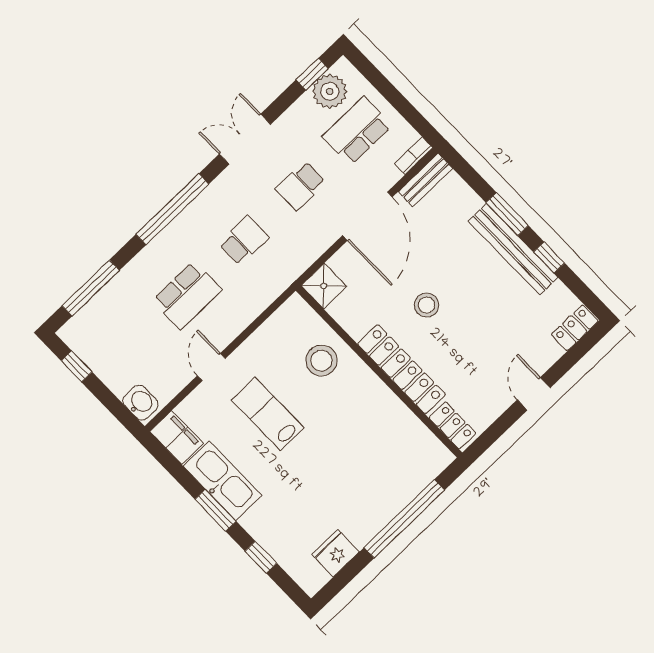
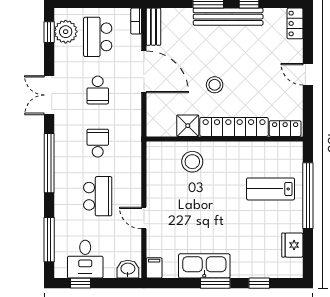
shower: (324, 286) -> (188, 126), moved
desk: (107, 347) -> (85, 259), added
lab bench: (268, 414) -> (271, 189), moved
filing cabinet: (177, 437) -> (154, 268), width x0.50

